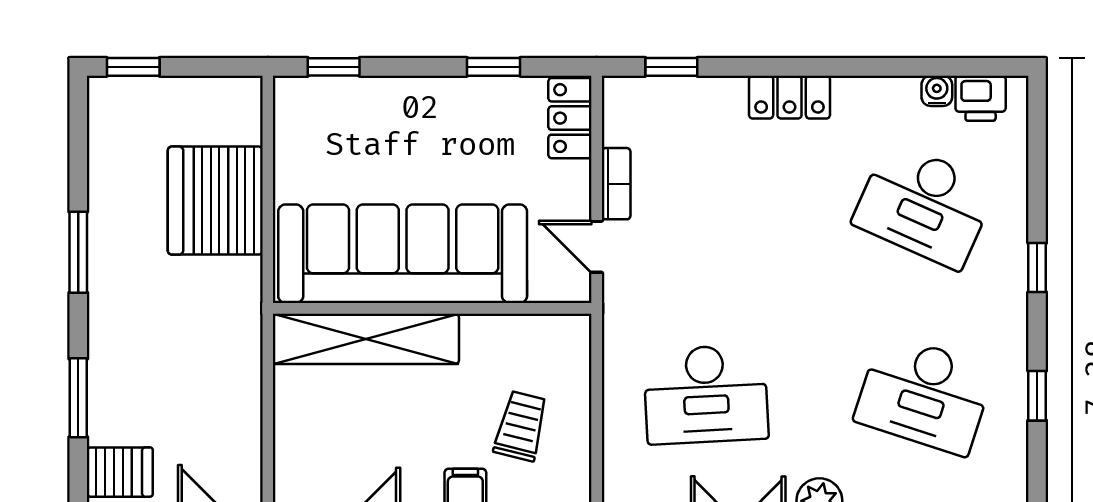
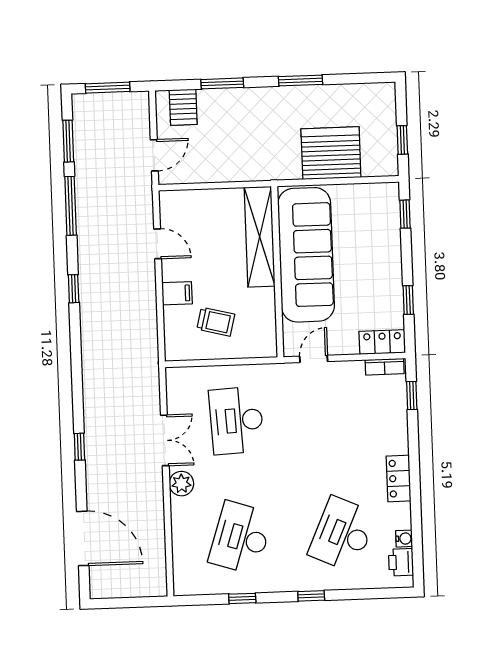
window: (133, 67) -> (402, 140), moved
locker: (789, 97) -> (399, 478), moved
bookcase: (616, 184) -> (385, 367), moved

